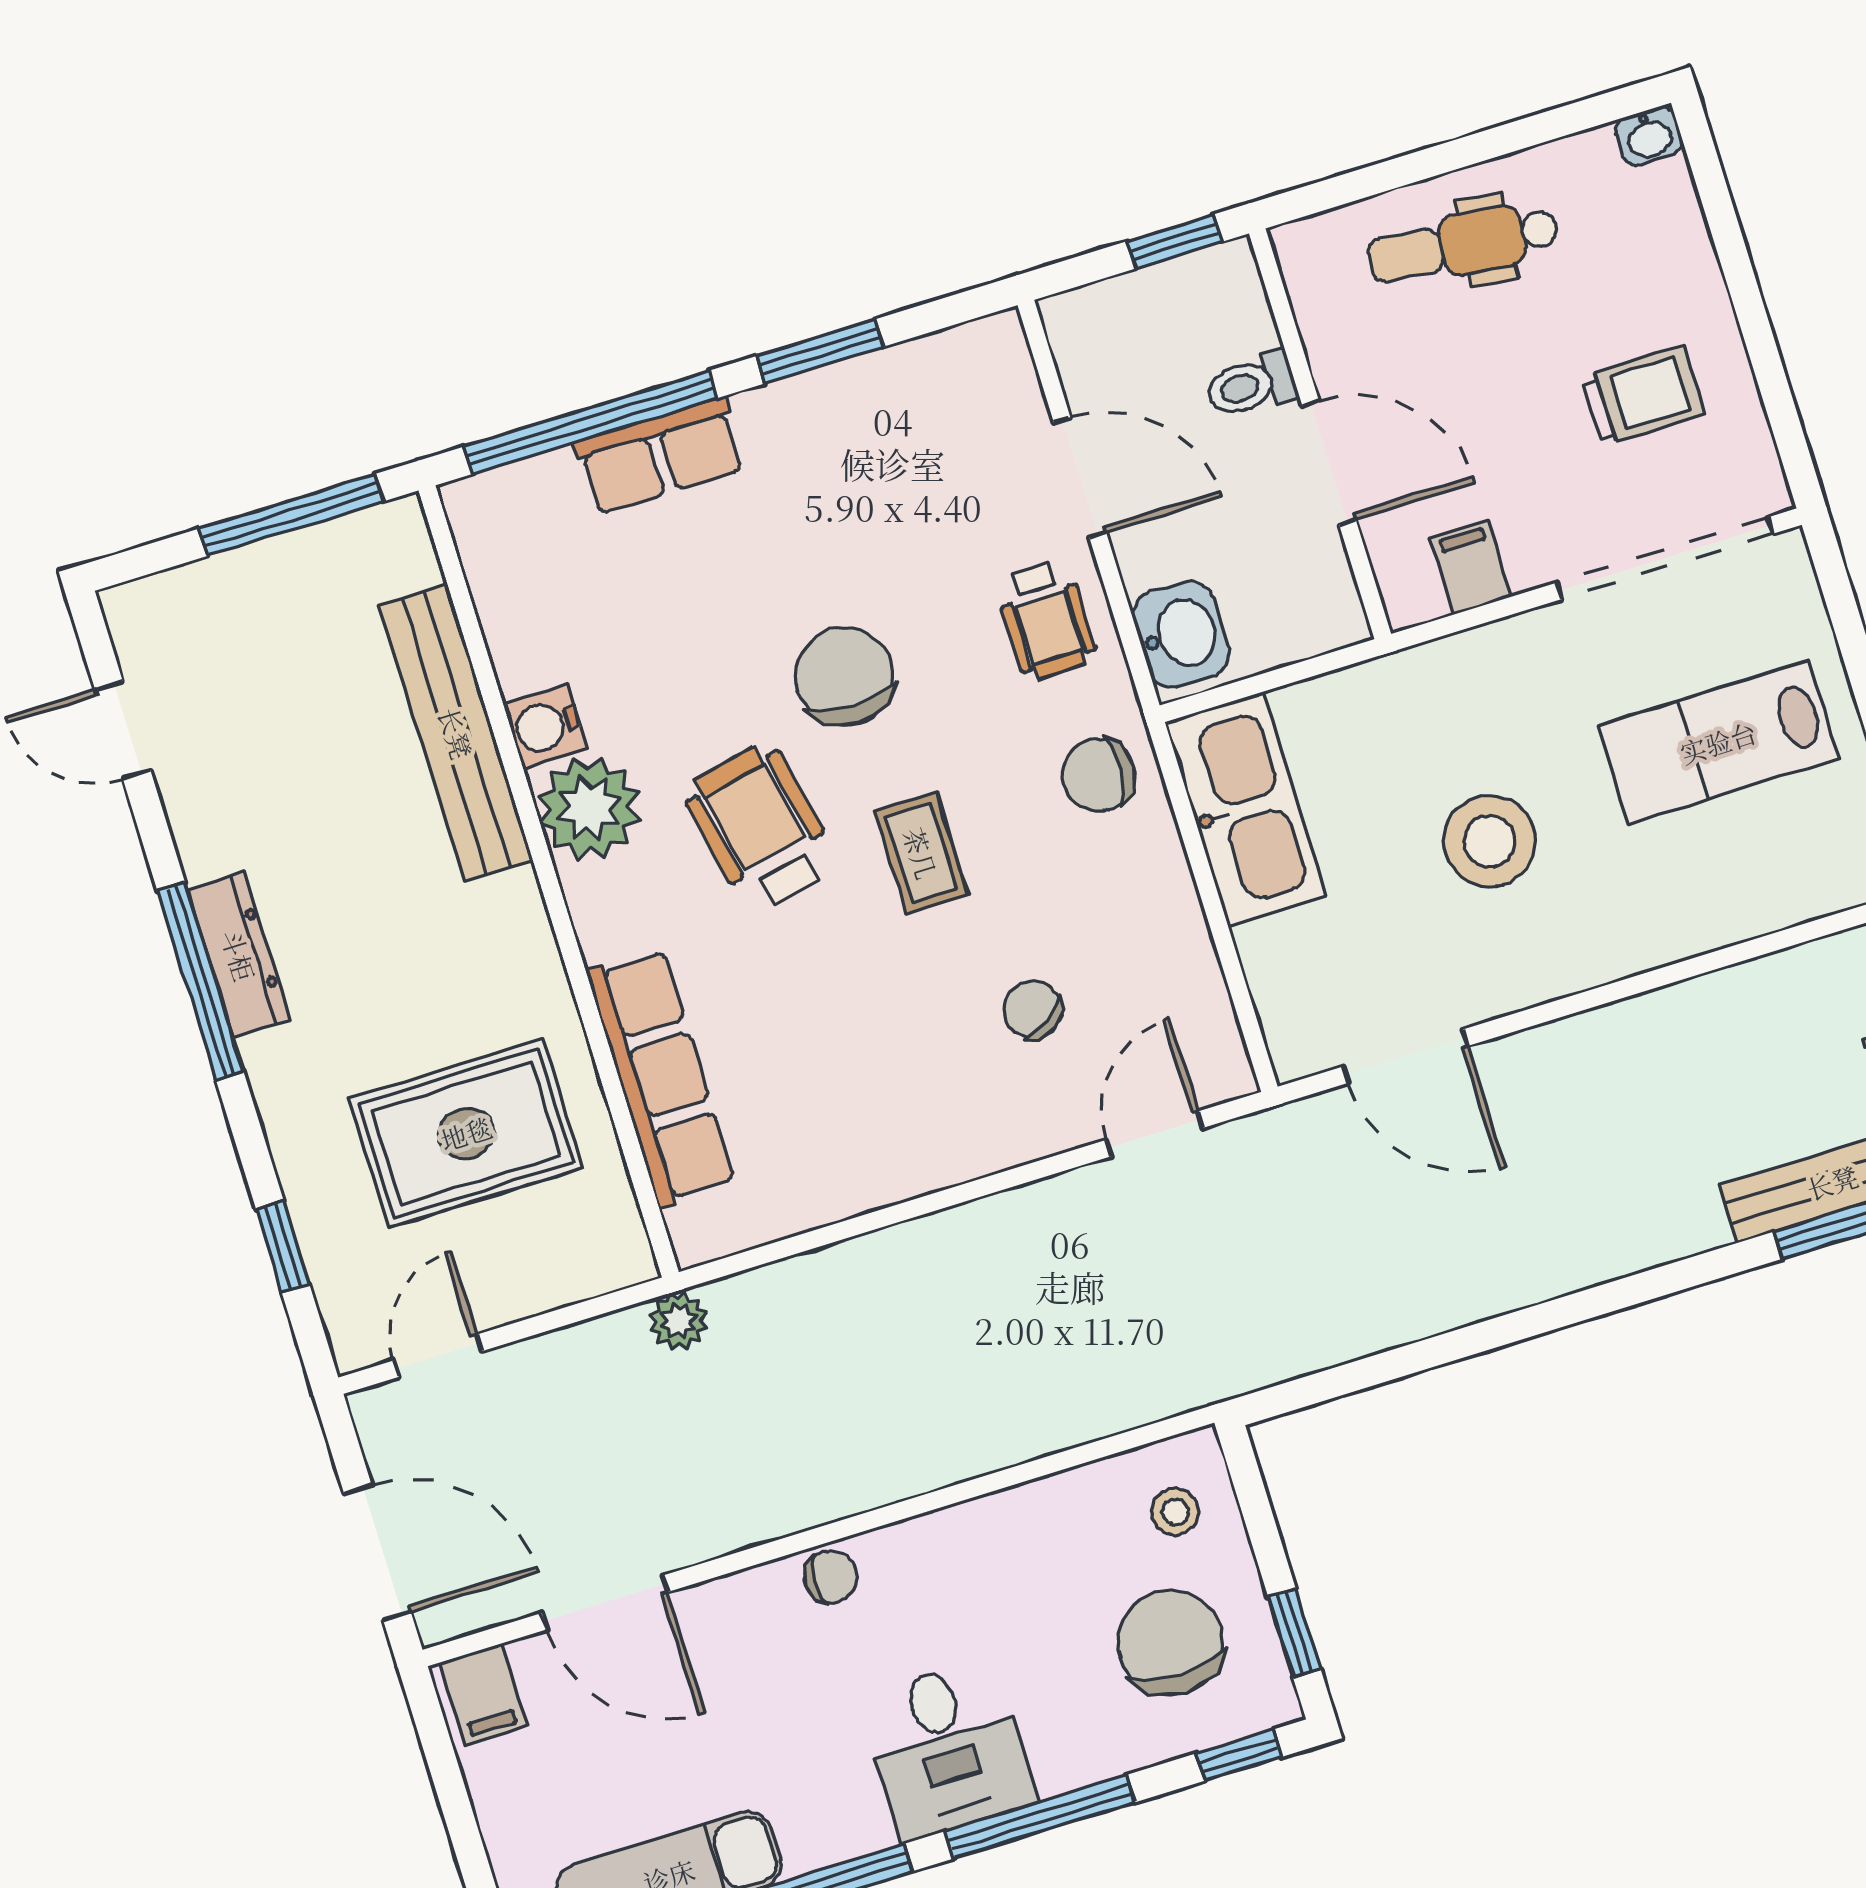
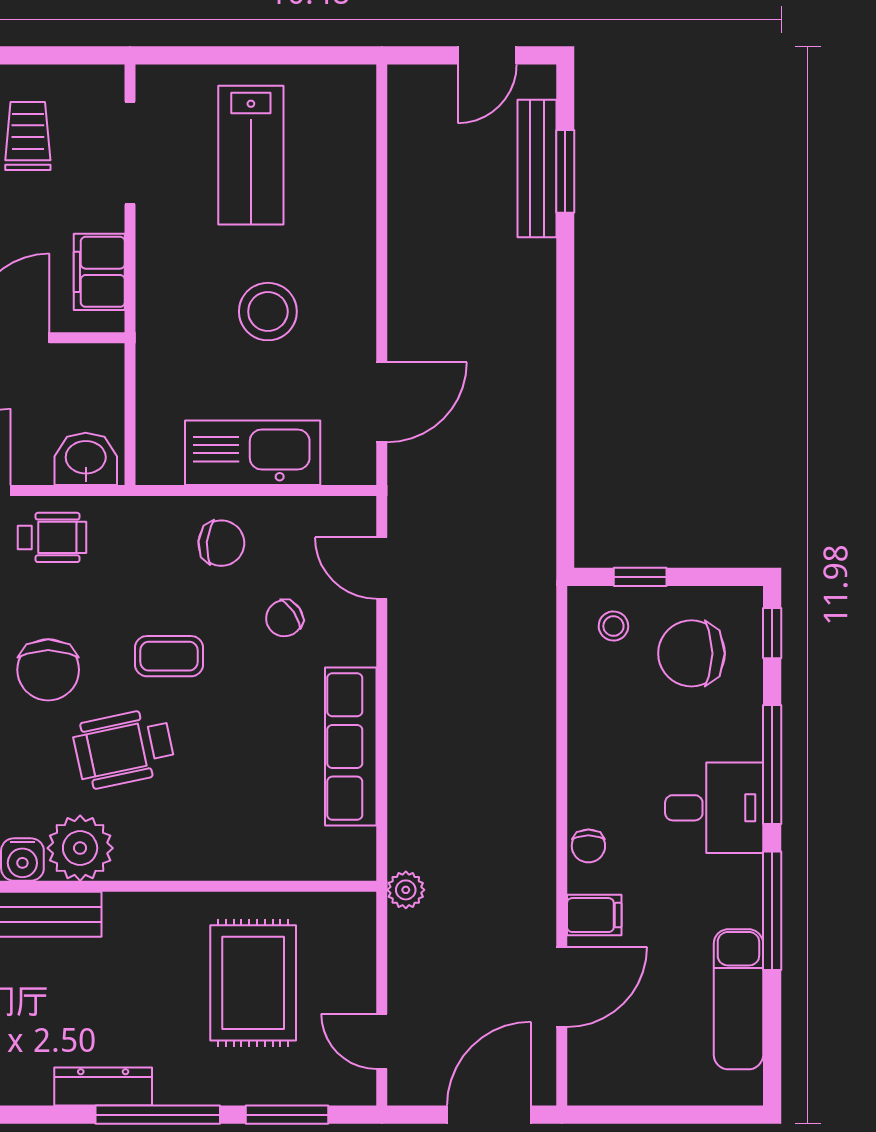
doorway: (1665, 558) -> (130, 153), width x0.73
filing cabinet: (1471, 567) -> (99, 272), width x2.00
chair: (844, 676) -> (48, 670), turned -90
chair: (1099, 775) -> (221, 543), moved, turned -88
kitchen sink: (1245, 809) -> (253, 453), moved
window: (201, 981) -> (158, 1115), moved
row of seats: (661, 1077) -> (351, 746), moved, turned -90
window: (283, 1246) -> (287, 1115), width x1.50
chair: (831, 1577) -> (588, 846), turned 180
window: (1294, 1633) -> (640, 577), moved
filing cabinet: (484, 1694) -> (594, 915), moved

